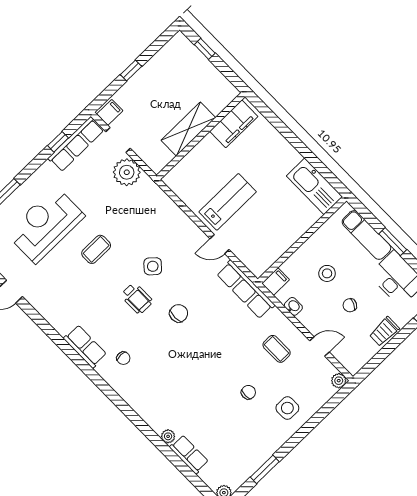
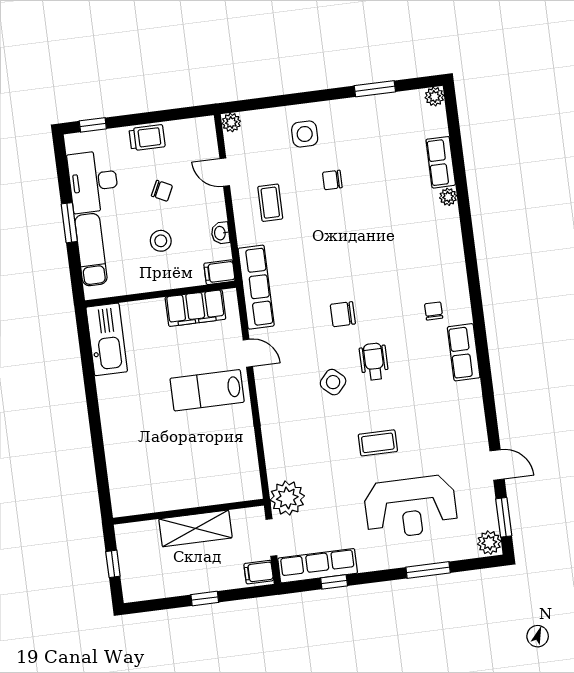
filing cabinet: (234, 124) -> (195, 308), moved, turned 180
shelving: (188, 129) -> (195, 528), moved
wall: (201, 136) -> (188, 512), moved

